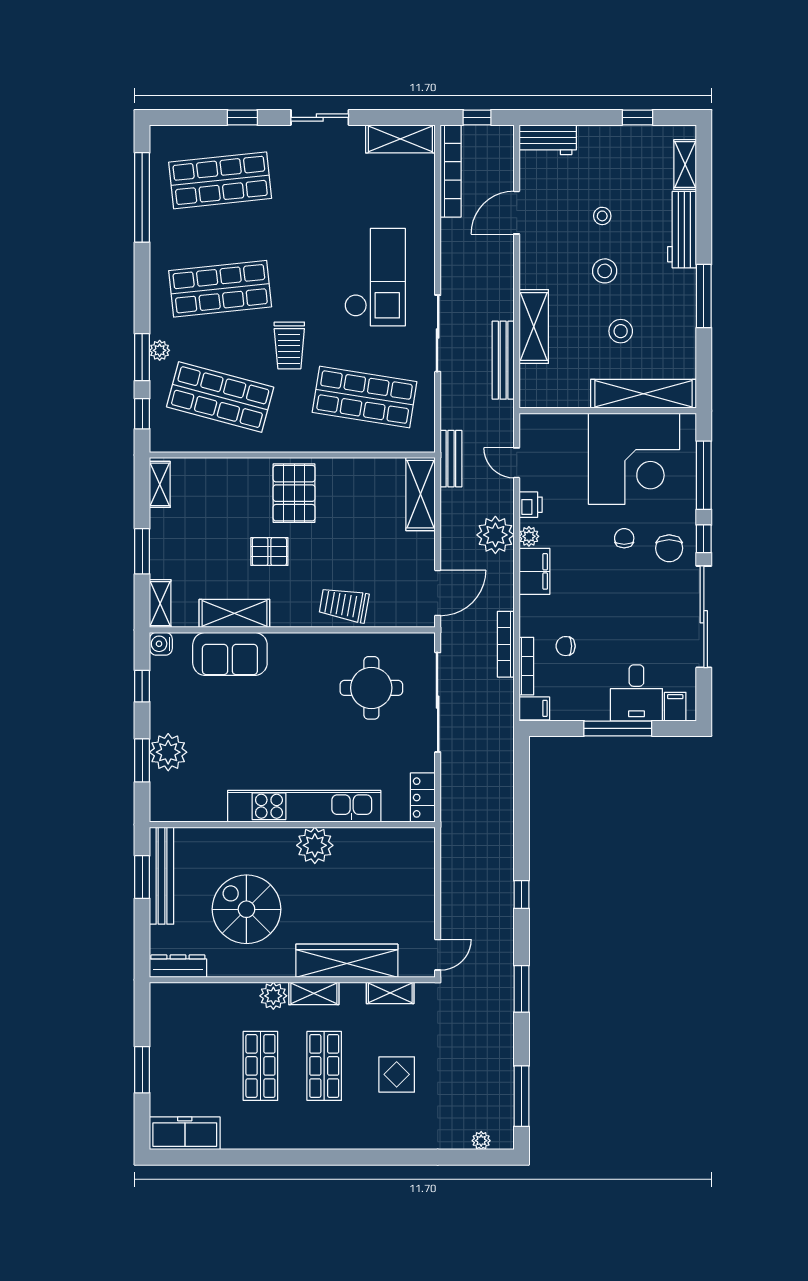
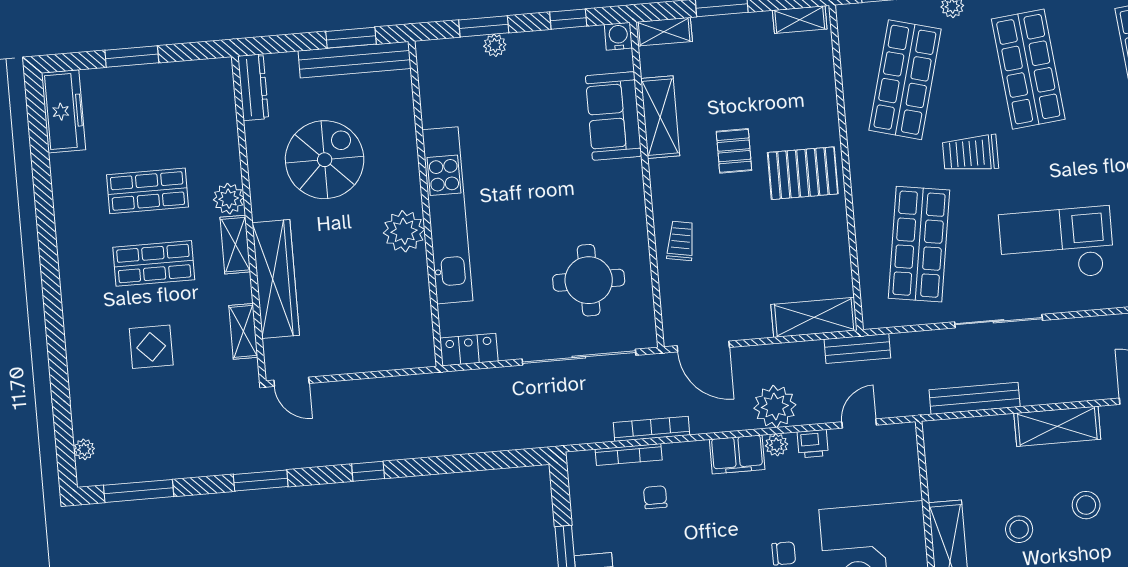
checkout: (375, 277) -> (1057, 244), turned 180
shelving: (534, 327) -> (1057, 426), moved
trolley: (344, 605) -> (681, 241), width x0.73, depth x0.72
filing cabinet: (534, 708) -> (581, 468), removed
plant: (168, 752) -> (495, 45), width x0.53, depth x0.53

